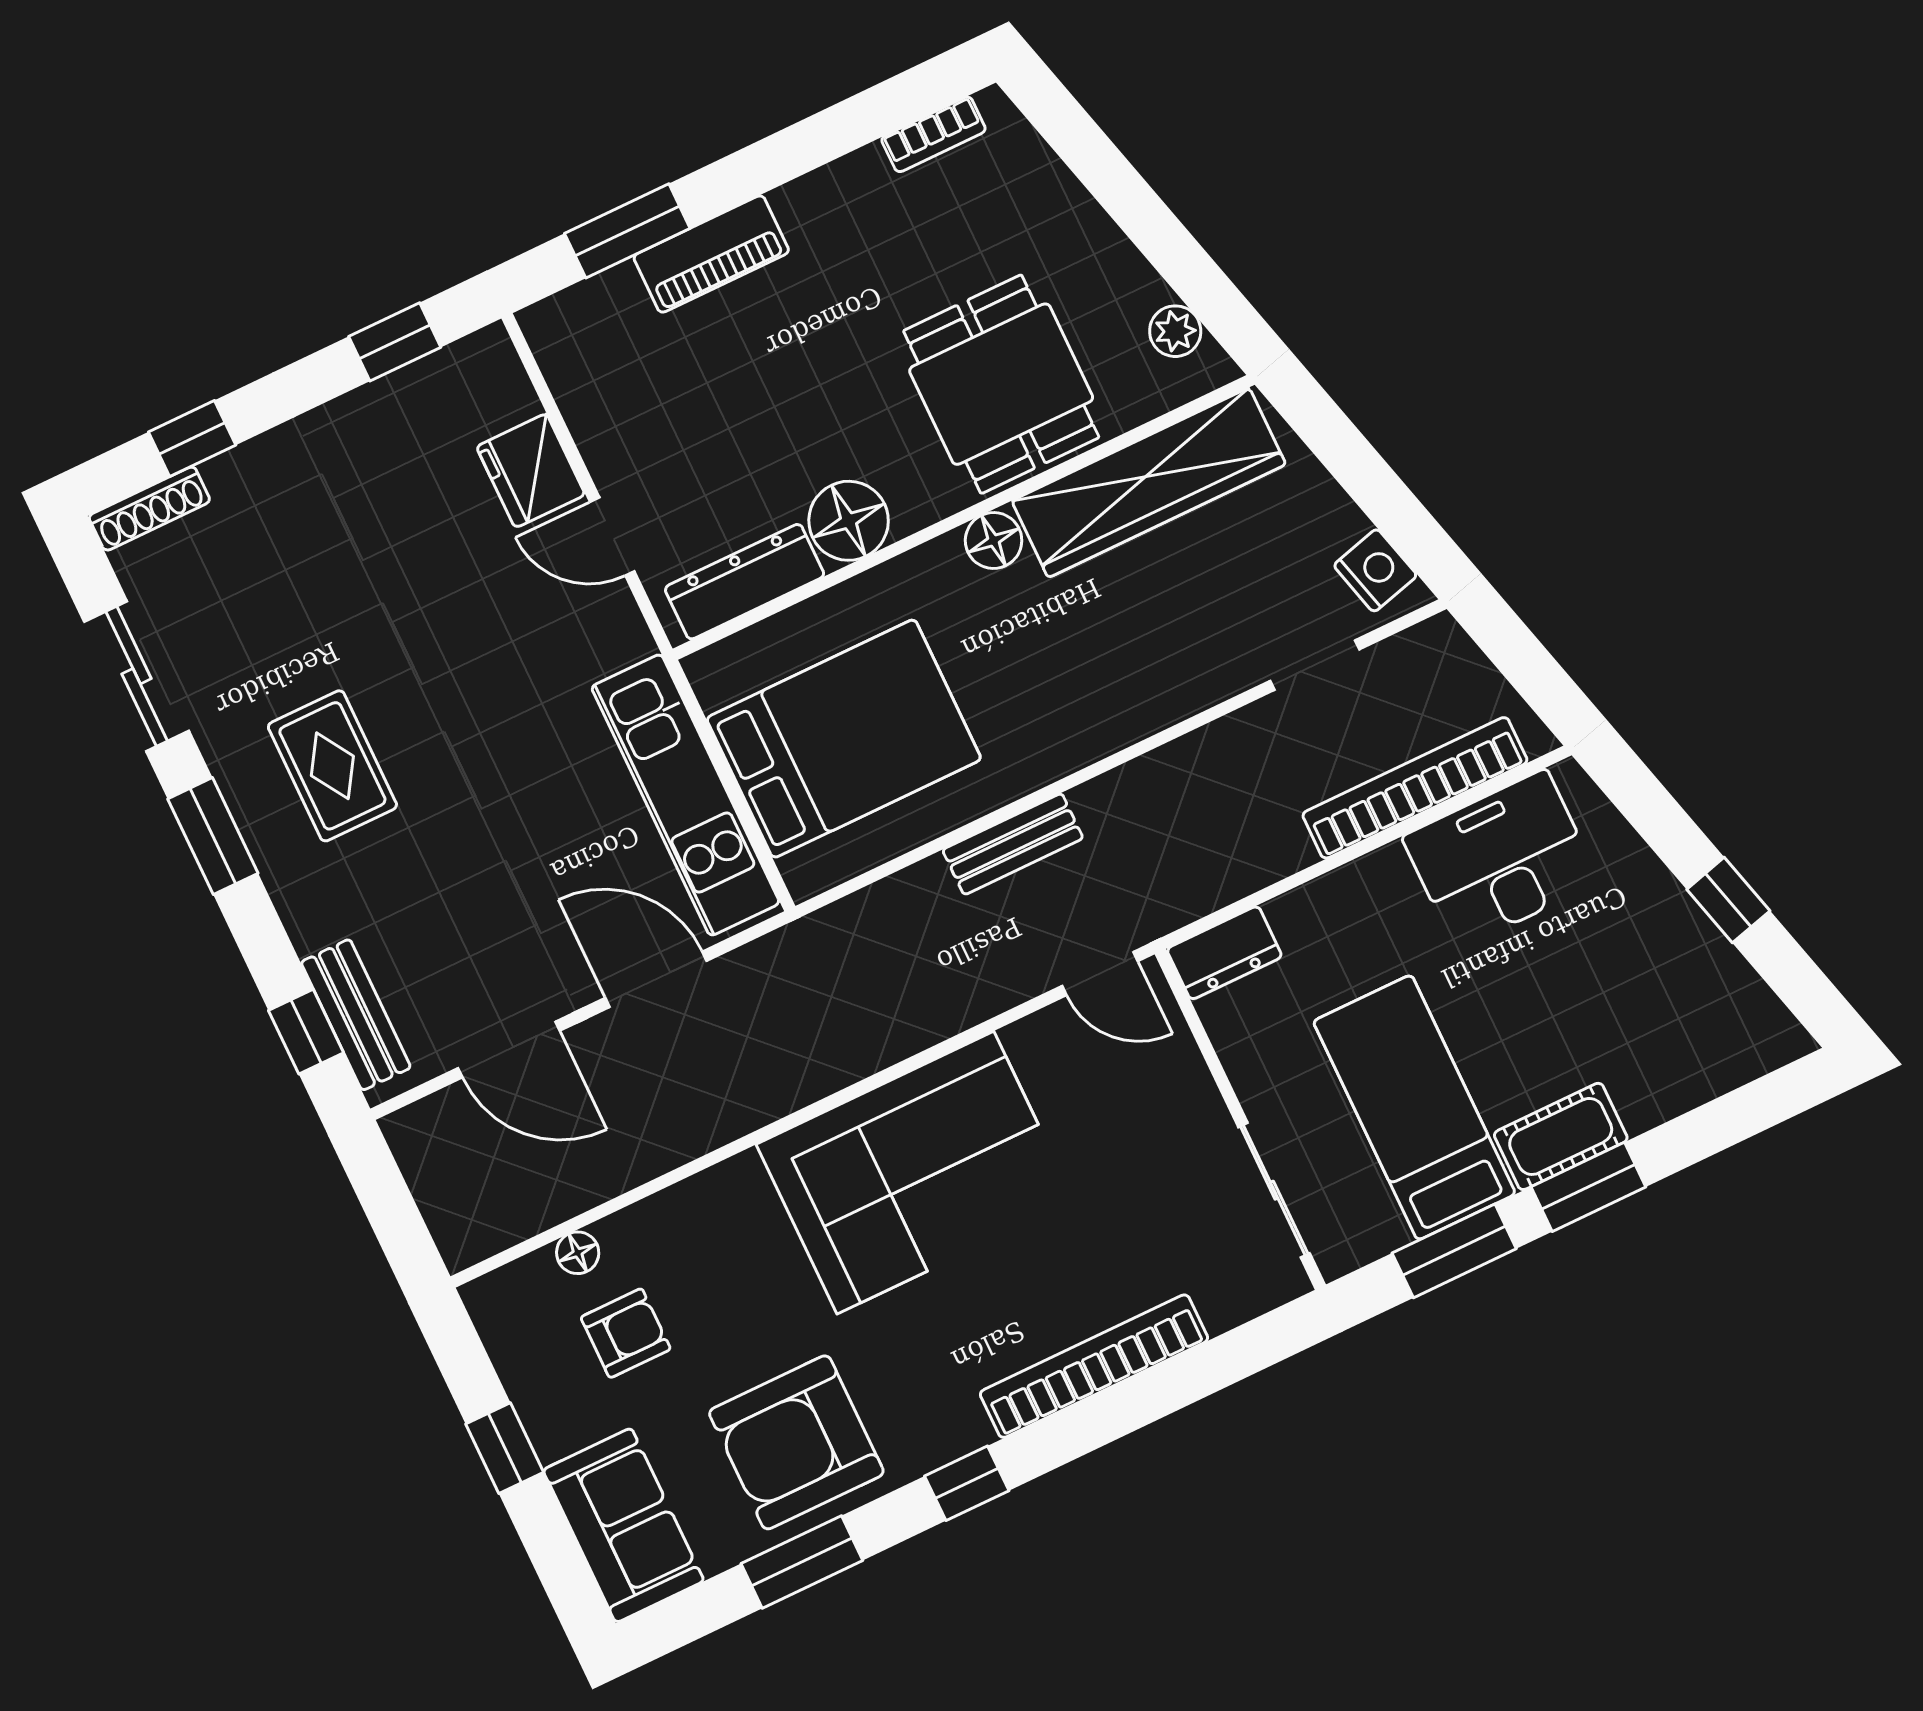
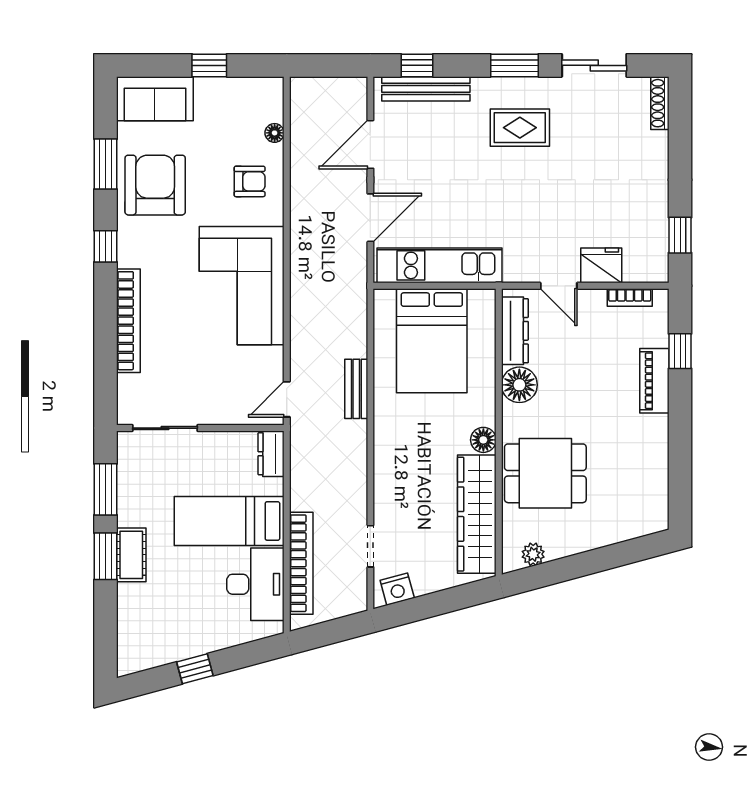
bookcase: (934, 134) -> (630, 297), moved, turned -90
window: (627, 231) -> (680, 351), width x0.67
window: (192, 439) -> (680, 134), removed
door: (612, 537) -> (559, 286), swing flipped
bench: (356, 1015) -> (426, 89), width x1.36
bed: (1414, 1107) -> (229, 521), moved, turned 180
armchair: (626, 1333) -> (250, 181), moved, turned -90

